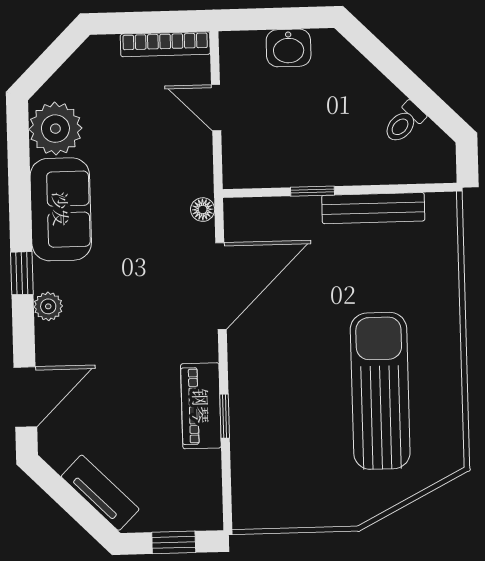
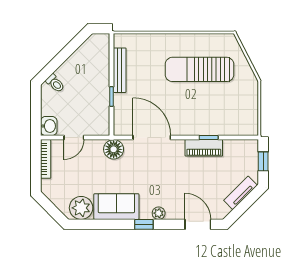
washbasin: (289, 48) -> (49, 126), moved
toilet: (404, 123) -> (55, 83), moved
floor lamp: (203, 210) -> (114, 149), width x1.89, depth x1.89

